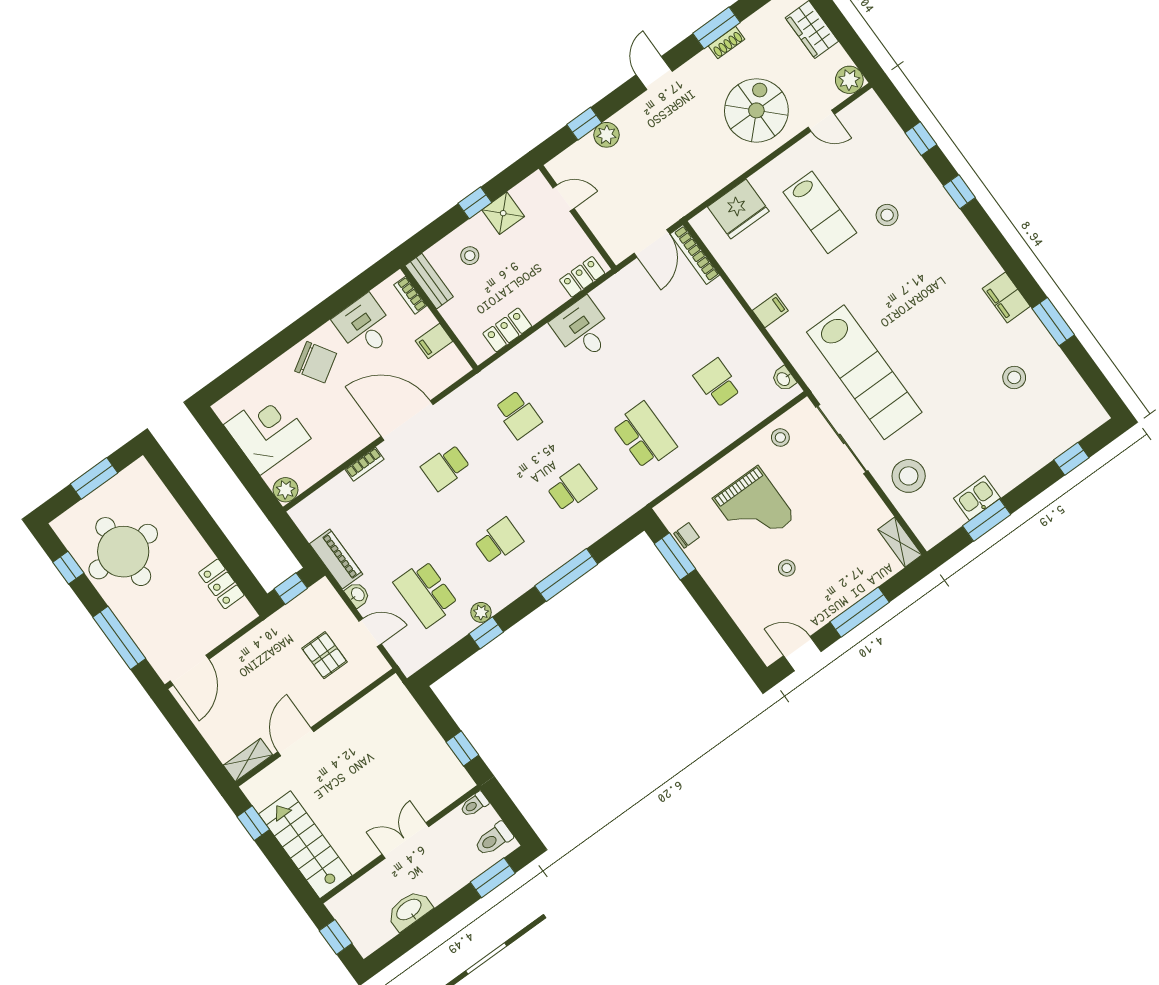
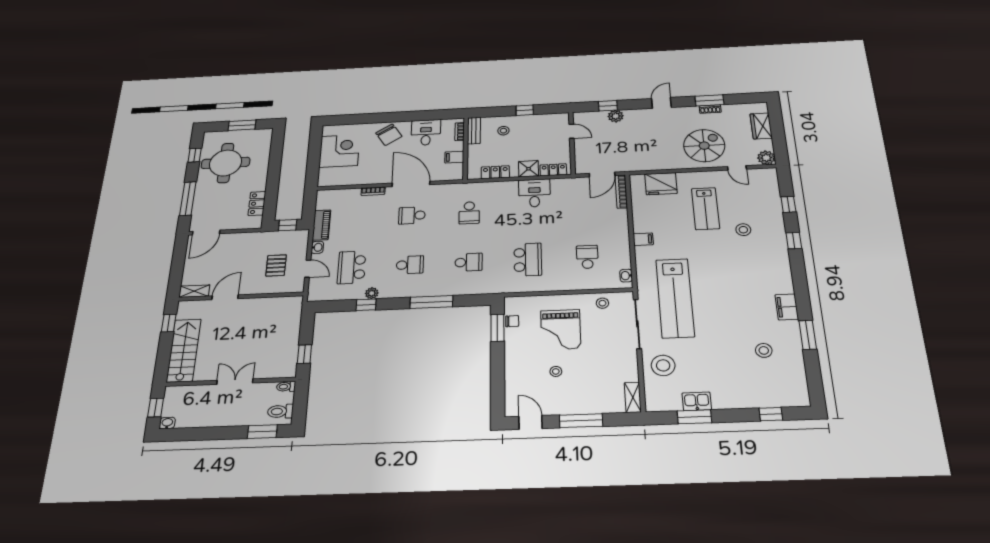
shower: (503, 213) -> (529, 169), moved
plant: (286, 490) -> (325, 180), removed
washbasin: (409, 910) -> (167, 423), moved, width x0.52, depth x0.69

